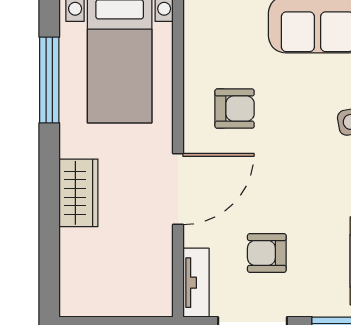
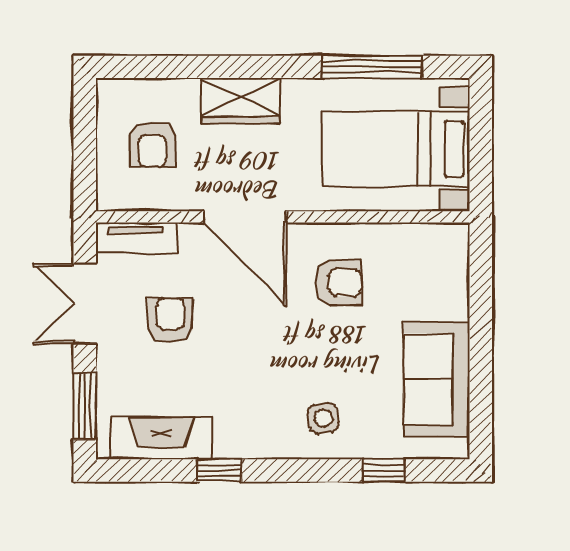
armchair: (235, 109) -> (339, 283), turned -90
armchair: (116, 269) -> (152, 144), added

